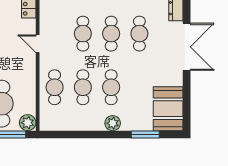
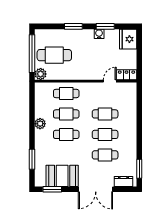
door: (38, 44) -> (110, 81), moved
window: (187, 107) -> (52, 189), added
booth: (168, 109) -> (62, 176), moved
plant: (113, 123) -> (40, 124), moved

